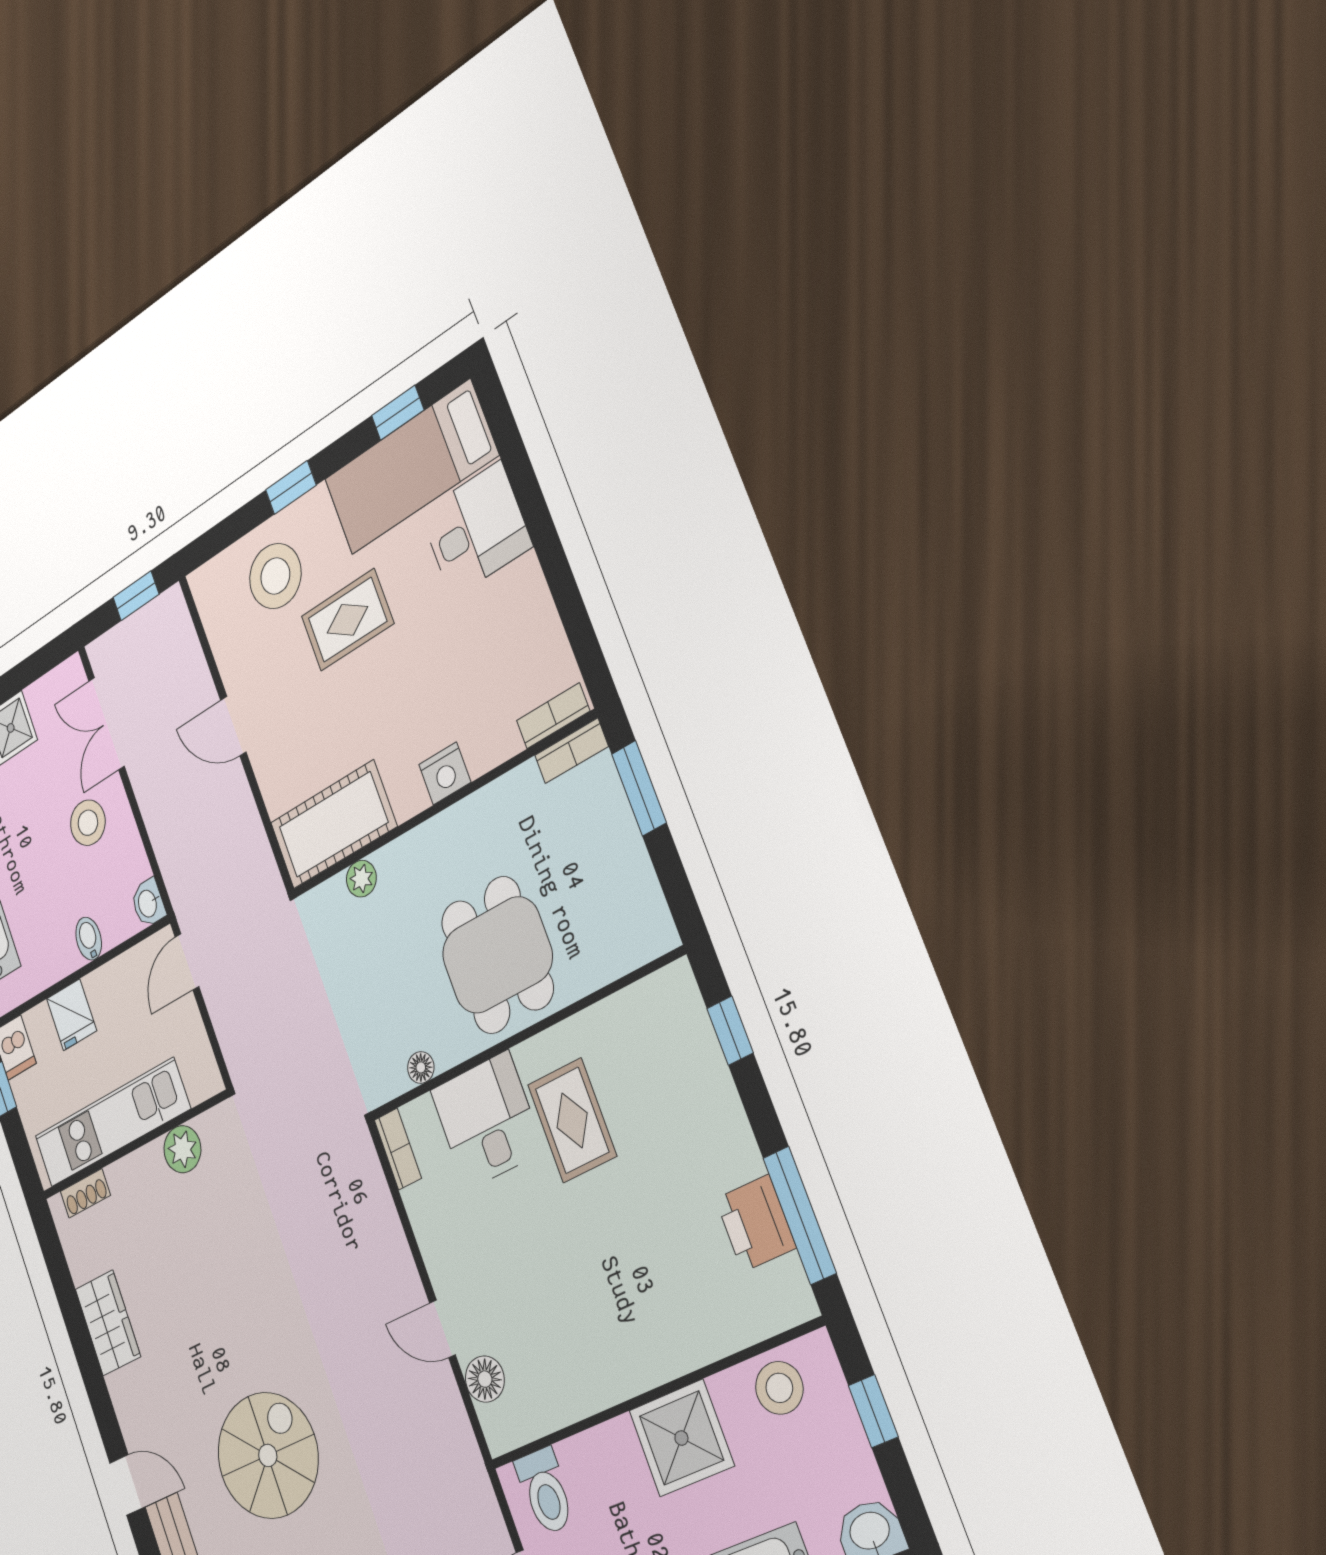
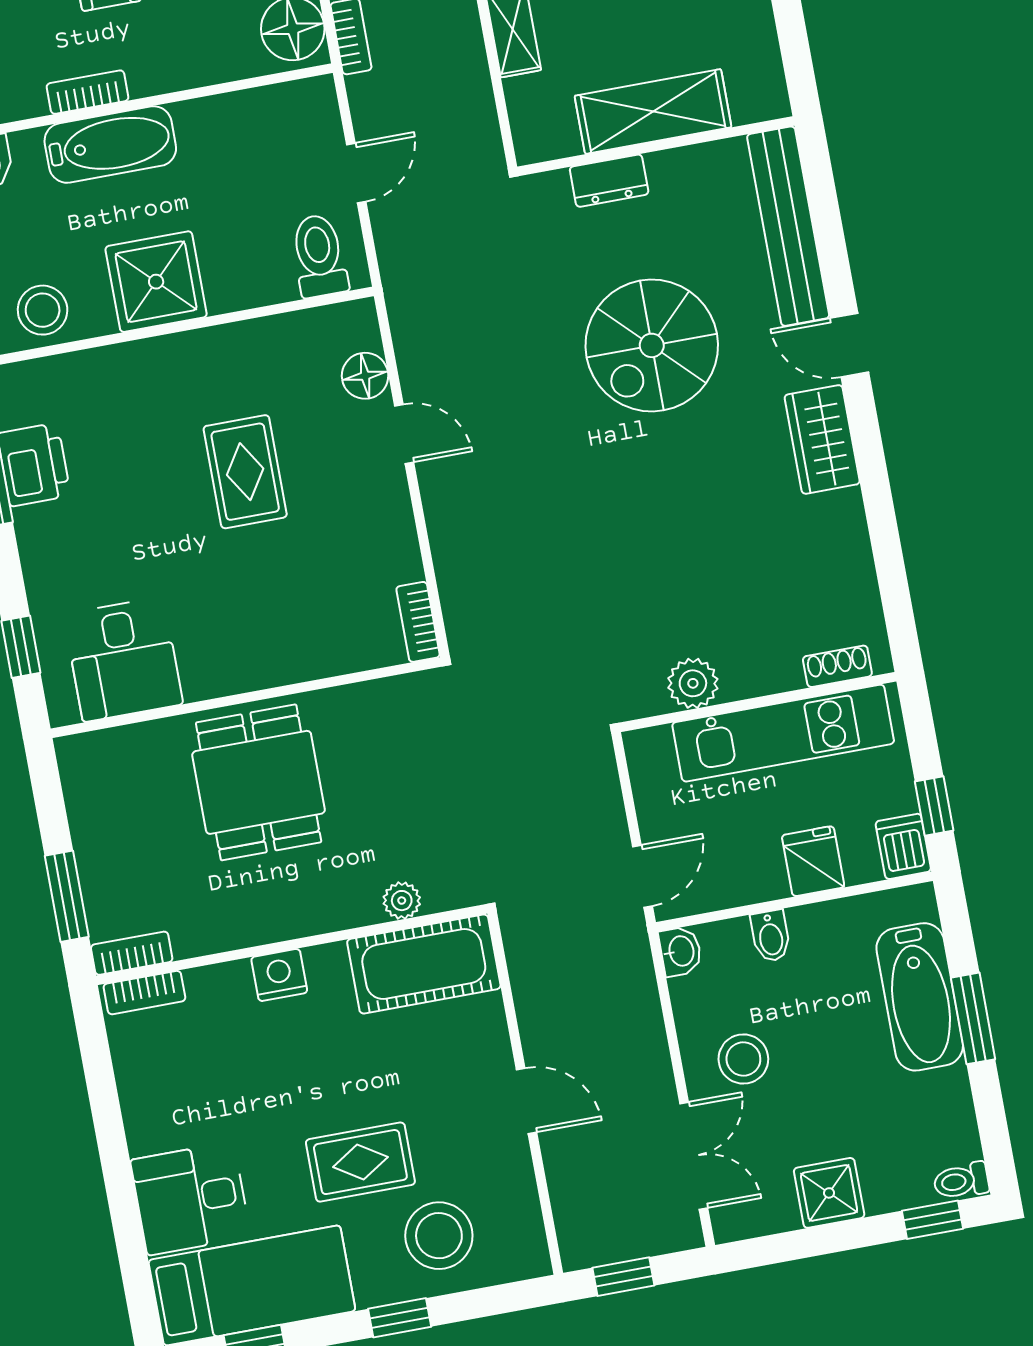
floor lamp: (421, 1067) -> (372, 696), removed
rug: (572, 1120) -> (245, 472), moved
desk: (487, 1121) -> (123, 659), moved
wardrobe: (108, 1323) -> (822, 439), moved

